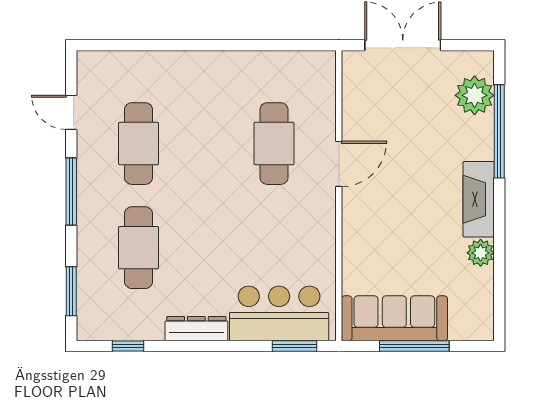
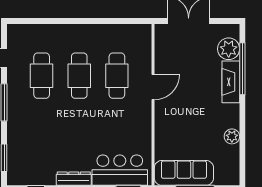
fireplace: (479, 199) -> (231, 82), moved
cafe table: (139, 248) -> (79, 76), moved

